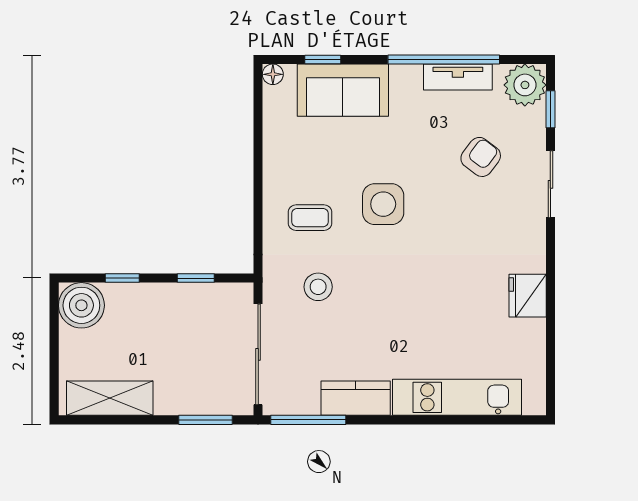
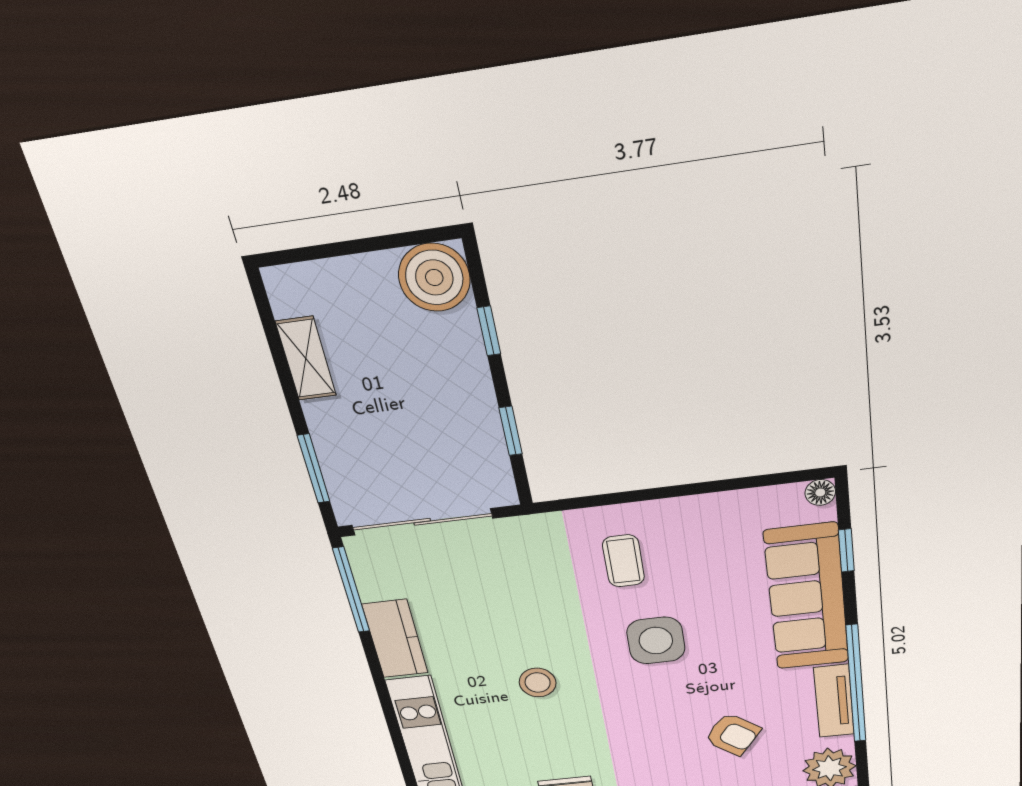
sofa: (343, 90) -> (807, 597), width x1.36
stool: (318, 287) -> (538, 683), moved
shelving: (110, 398) -> (306, 359), width x0.67, depth x0.75

